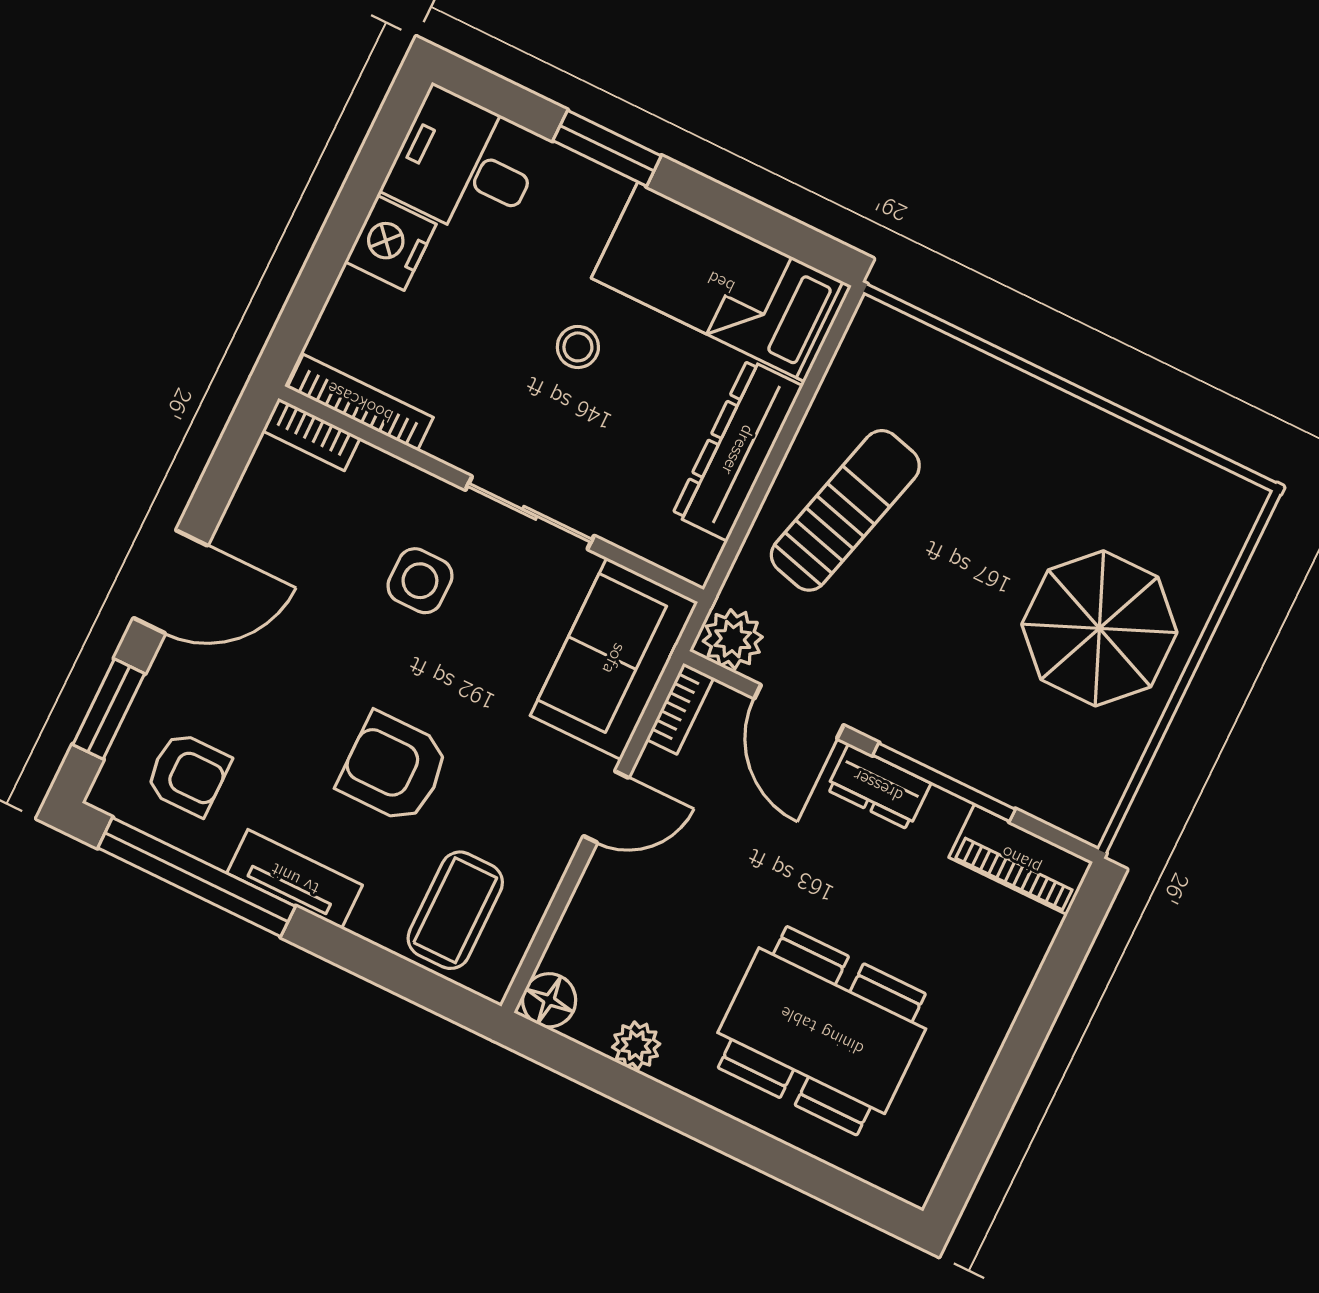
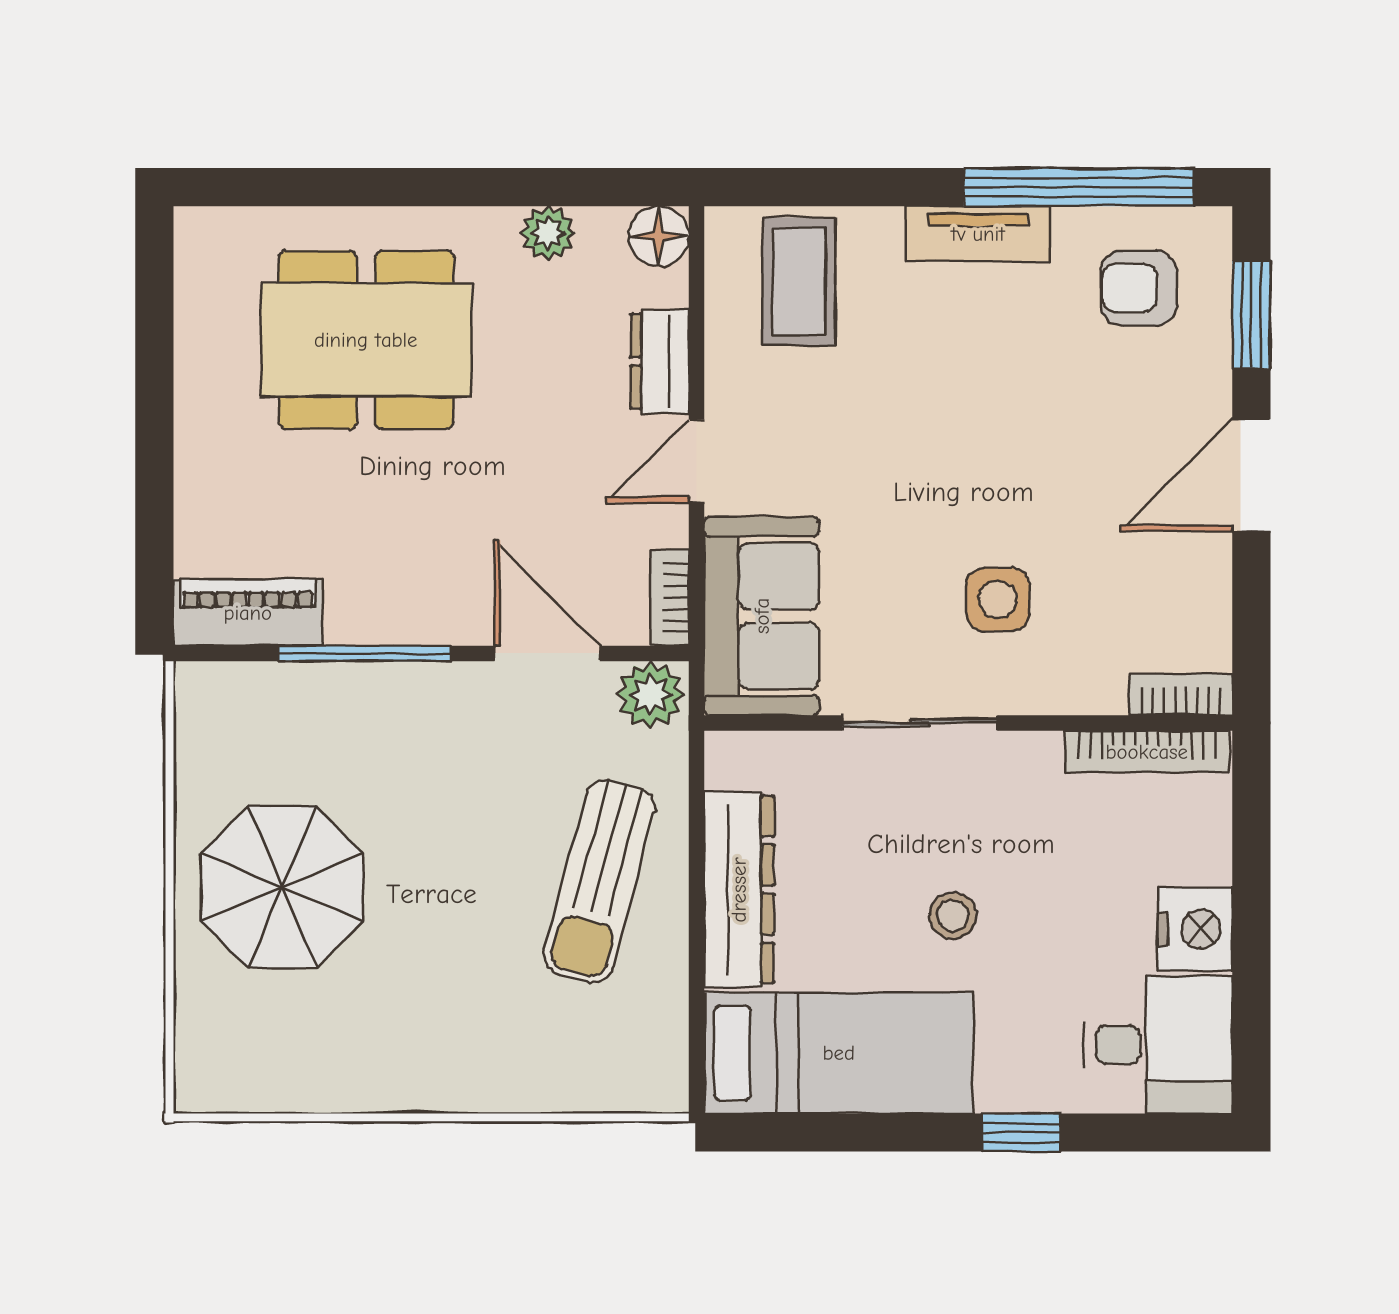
window: (607, 148) -> (1021, 1132), width x0.67
armchair: (394, 768) -> (932, 396), removed
dresser: (878, 786) -> (660, 361), moved, turned -90

